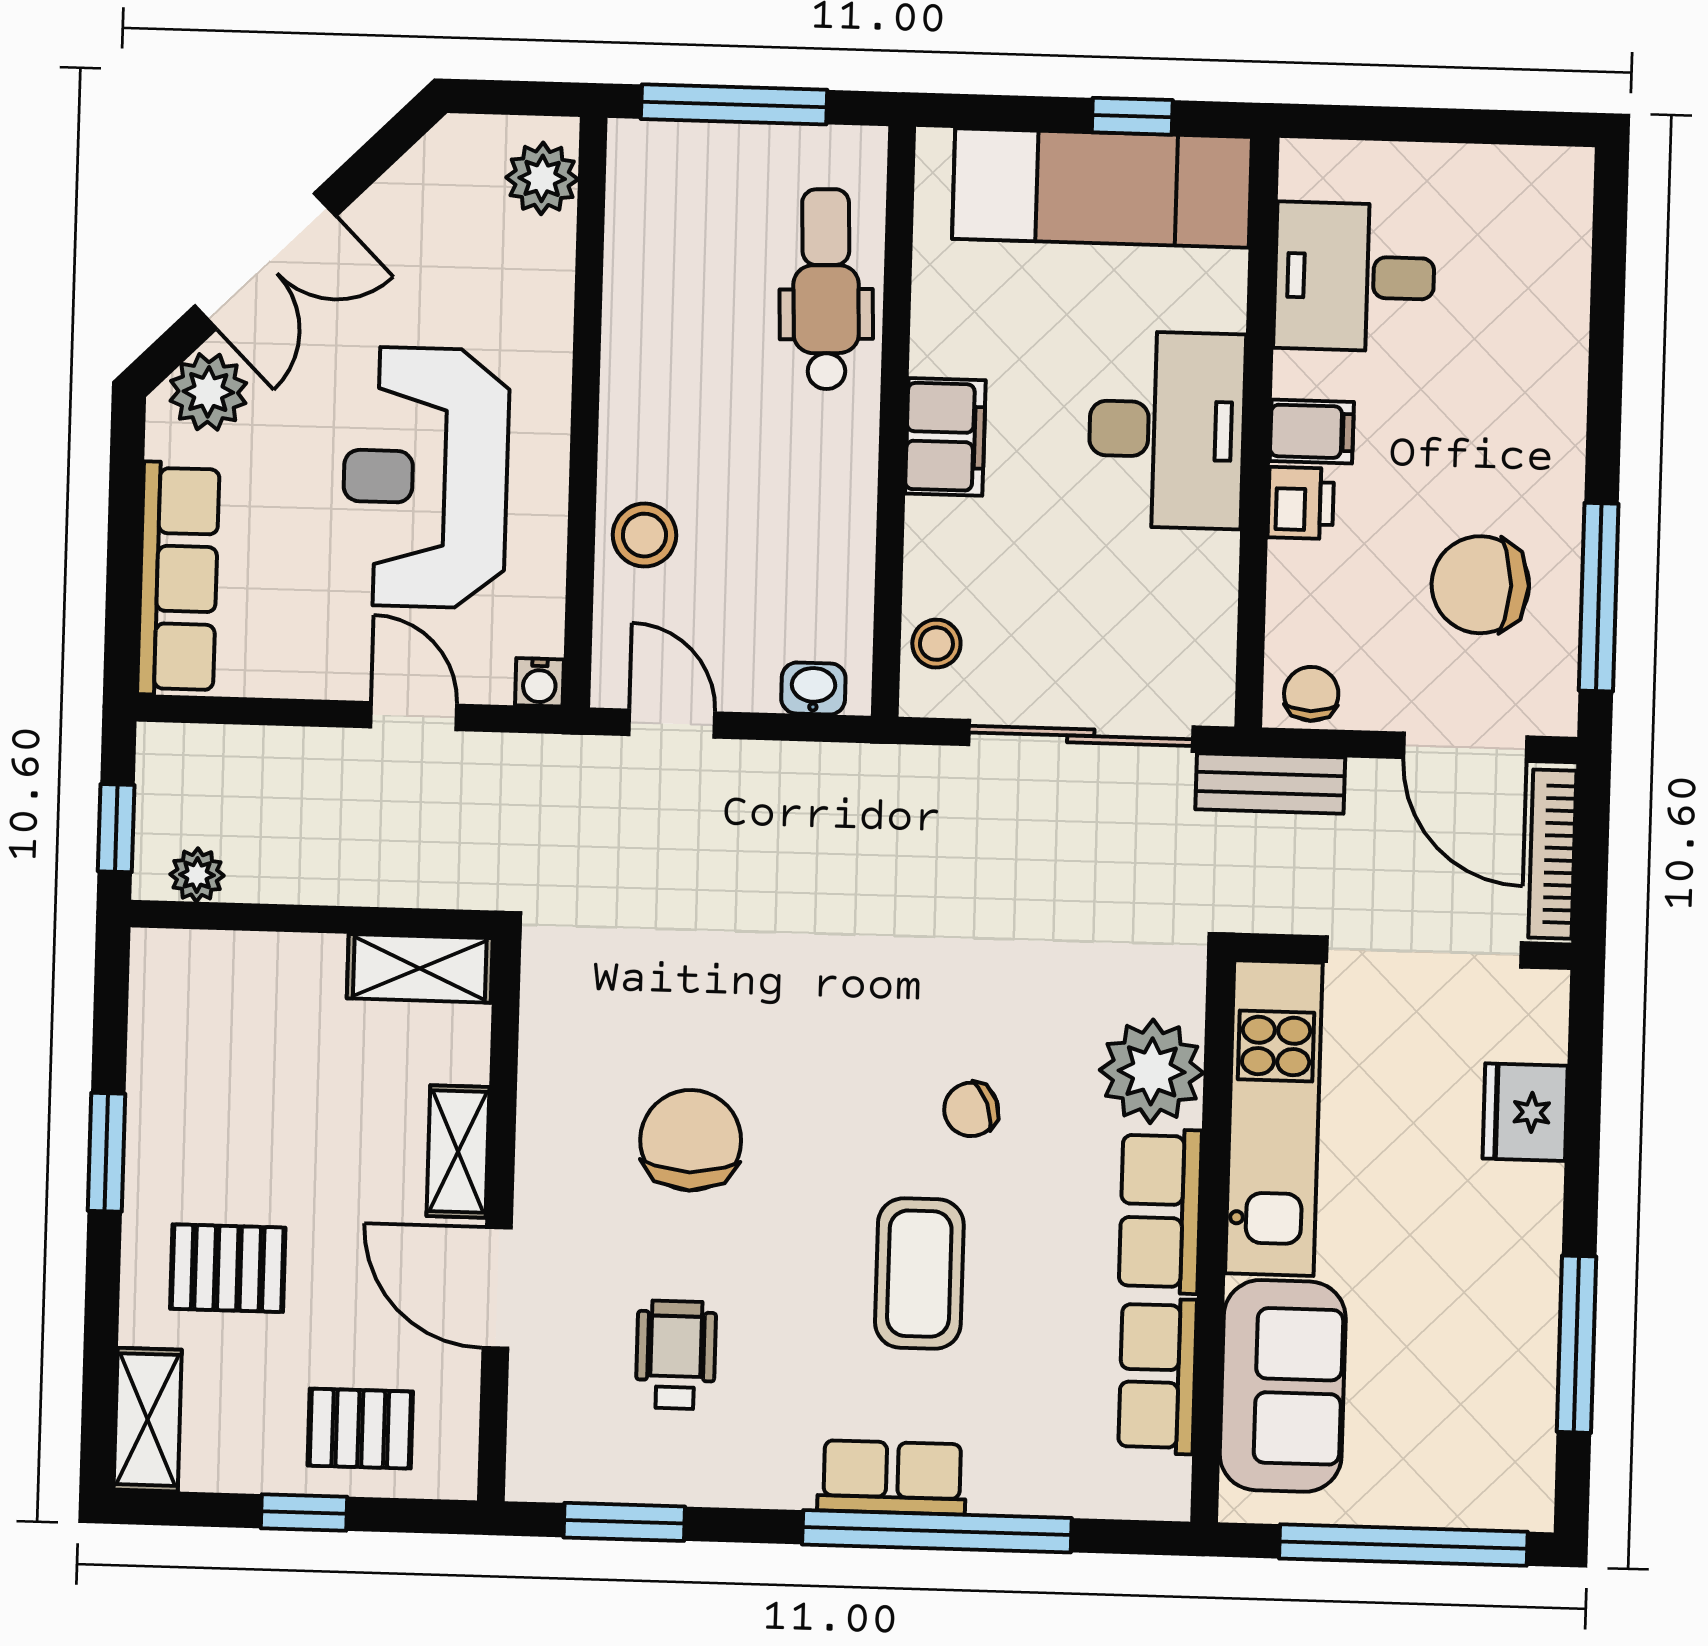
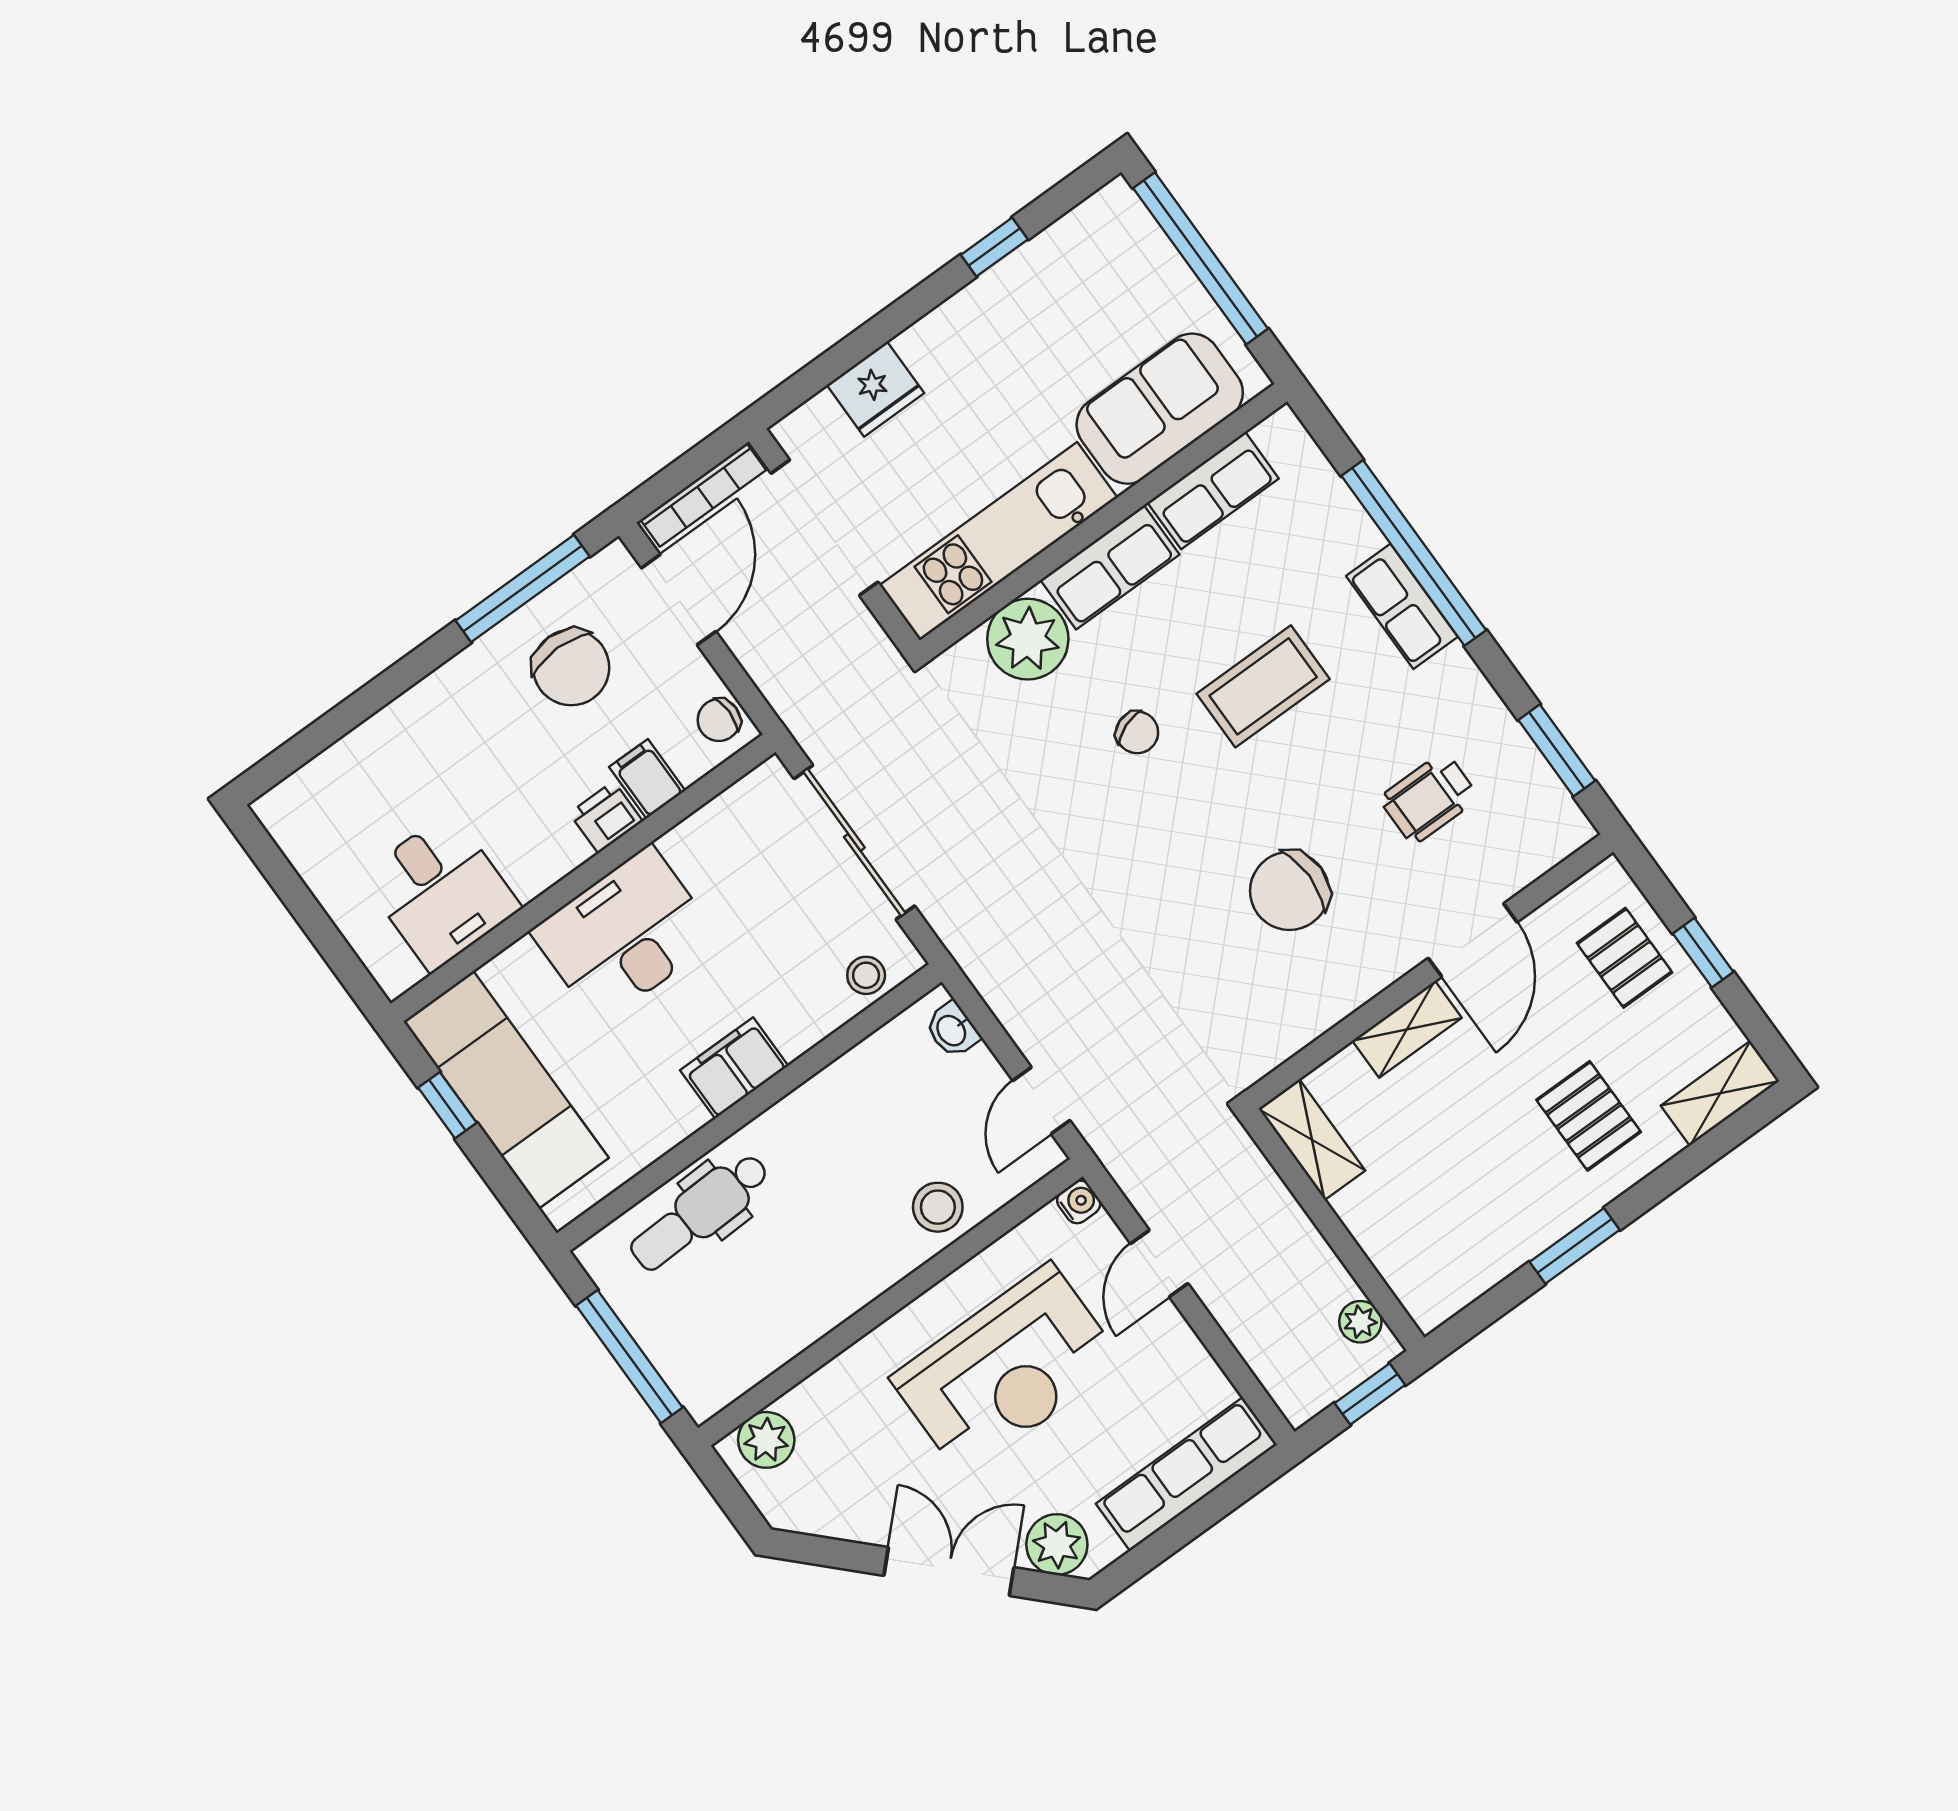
filing cabinet: (1312, 431) -> (647, 779), moved
bench: (1270, 783) -> (794, 703), removed
window: (1576, 1344) -> (994, 247), width x0.46

